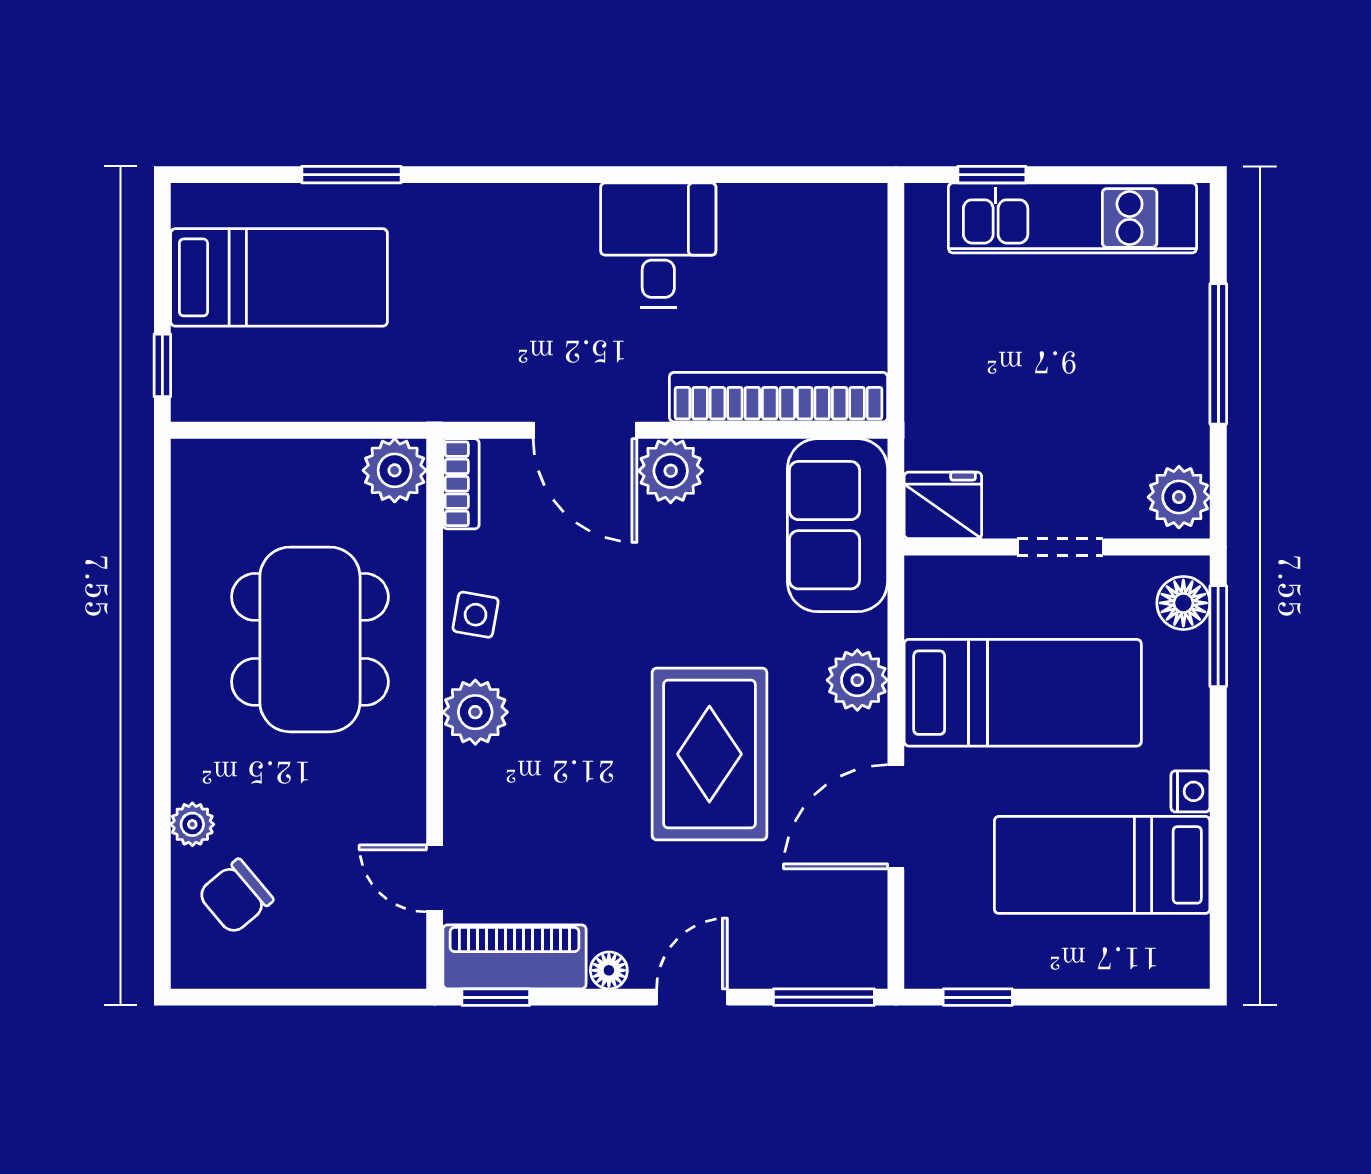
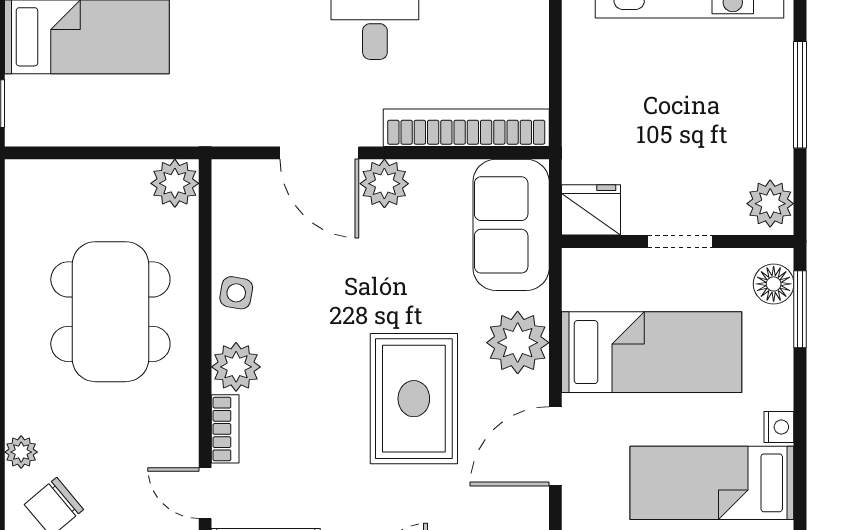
bookcase: (461, 484) -> (225, 429), moved
plant: (857, 680) -> (518, 343), width x1.36, depth x1.36

